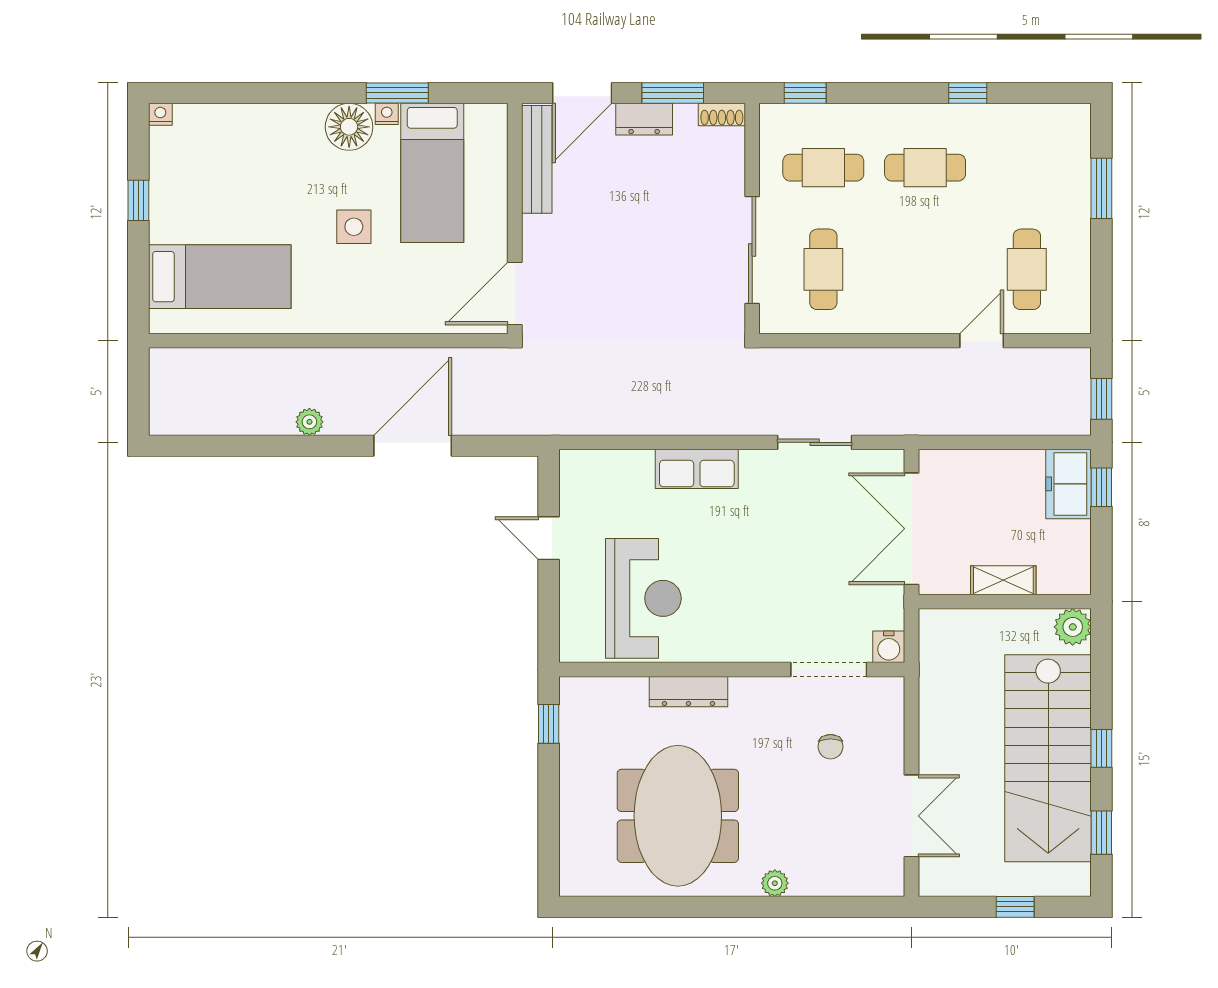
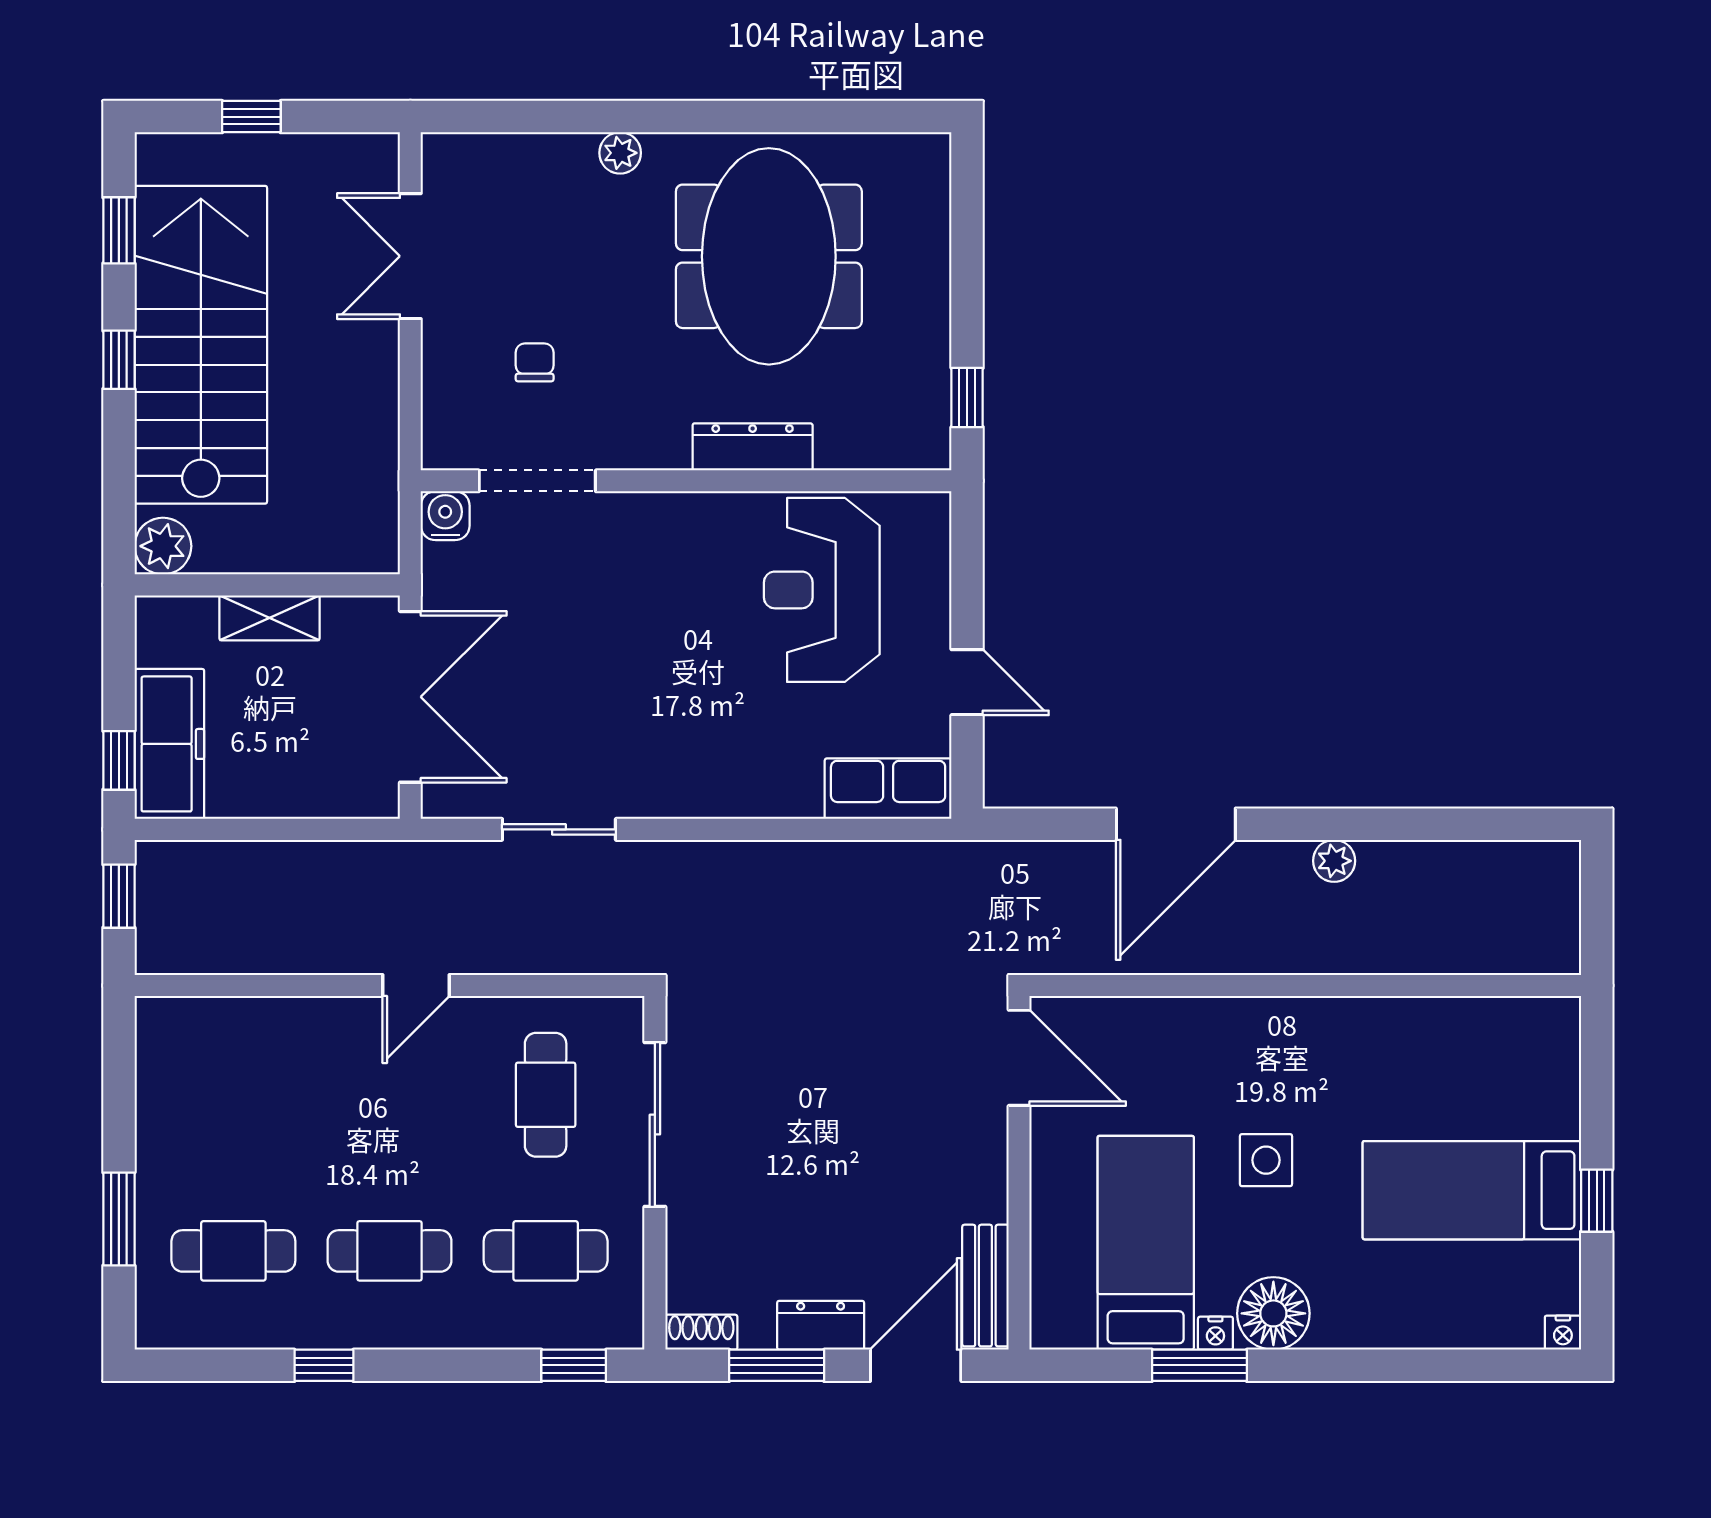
bench: (537, 159) -> (985, 1286), width x0.73
cafe table: (1027, 269) -> (233, 1251), moved, turned 90
bed: (220, 277) -> (1472, 1190), moved
door: (515, 293) -> (1019, 1058), hinge flipped
door: (982, 341) -> (416, 985), moved
row of seats: (697, 469) -> (888, 789), moved
freezer: (1069, 484) -> (169, 744), width x1.40

